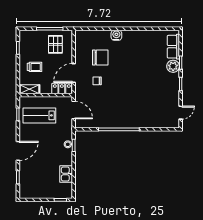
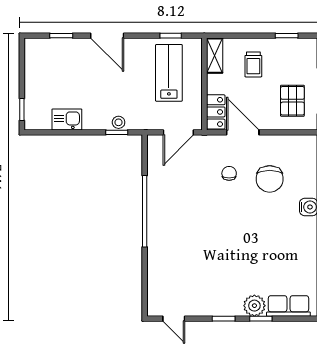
pallet: (55, 44) -> (292, 101), turned 90

